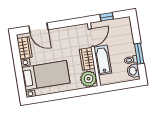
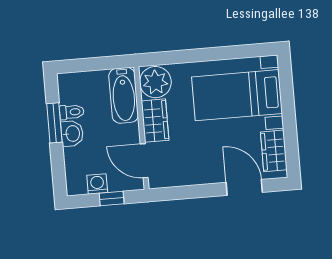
washing machine: (115, 24) -> (97, 184), added
door: (91, 38) -> (144, 161), hinge flipped
bathtub: (103, 60) -> (124, 95), moved
washbasin: (133, 71) -> (72, 134), moved

